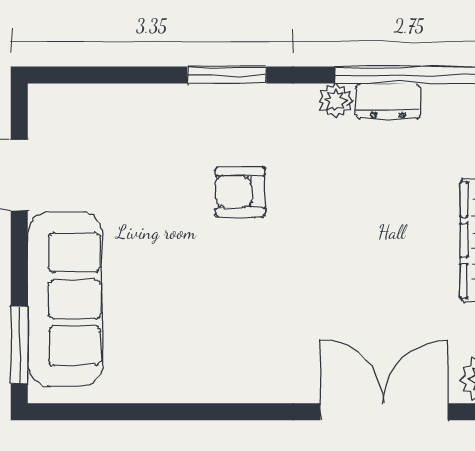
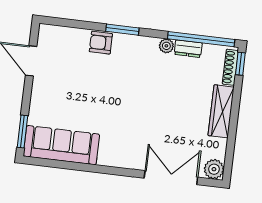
armchair: (240, 192) -> (101, 43), moved
sofa: (65, 299) -> (61, 145), moved, turned -90

